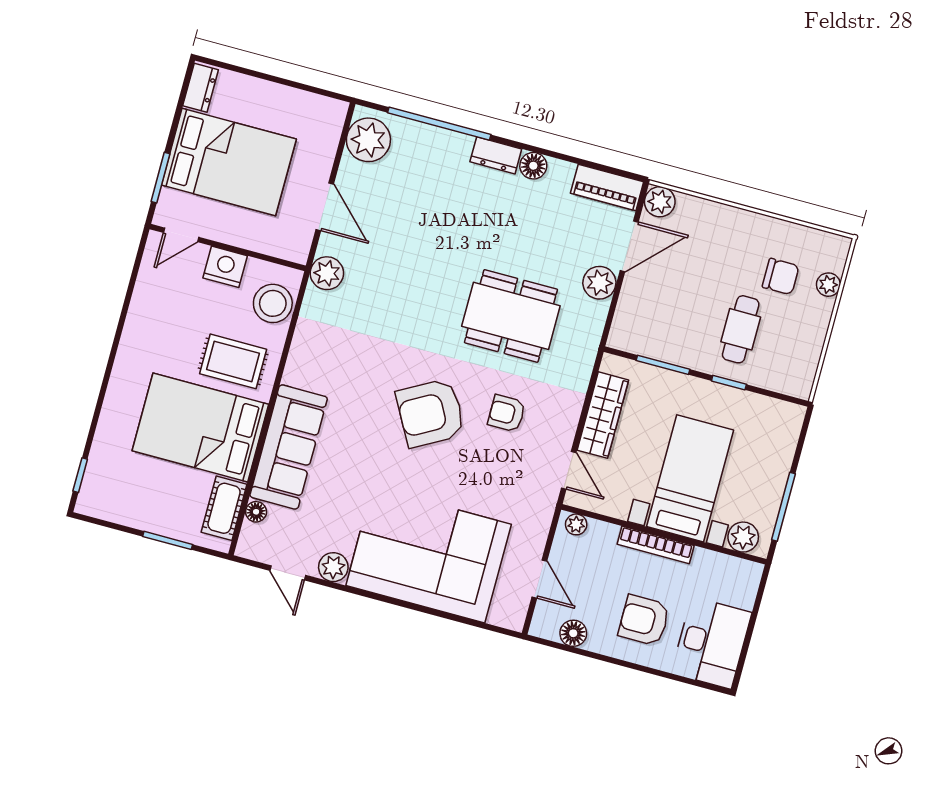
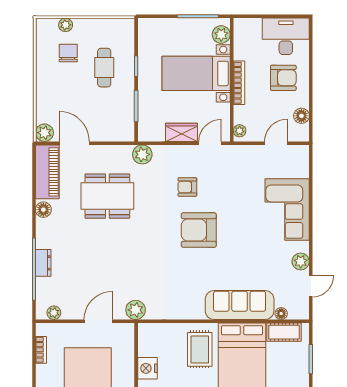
bookcase: (303, 99) -> (41, 350), added
plant: (368, 140) -> (54, 313), width x0.53, depth x0.53
dresser: (496, 155) -> (43, 263), moved
piano: (607, 187) -> (47, 172), width x1.37, depth x1.33
plant: (599, 283) -> (142, 154), moved
stool: (273, 303) -> (161, 336), removed
dining table: (511, 316) -> (107, 196), moved, turned 90
cafe table: (741, 329) -> (104, 68), turned 90
armchair: (431, 413) -> (199, 230), turned 119
armchair: (507, 413) -> (187, 187), turned 90
wardrobe: (603, 415) -> (182, 132), width x0.67
corner sofa: (429, 555) -> (287, 210), width x0.73, depth x0.74
armchair: (644, 620) -> (283, 78), turned -90

